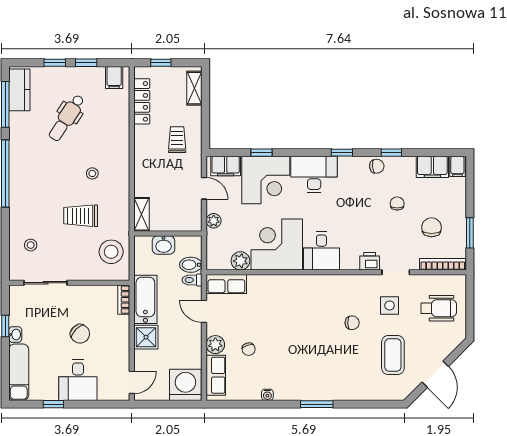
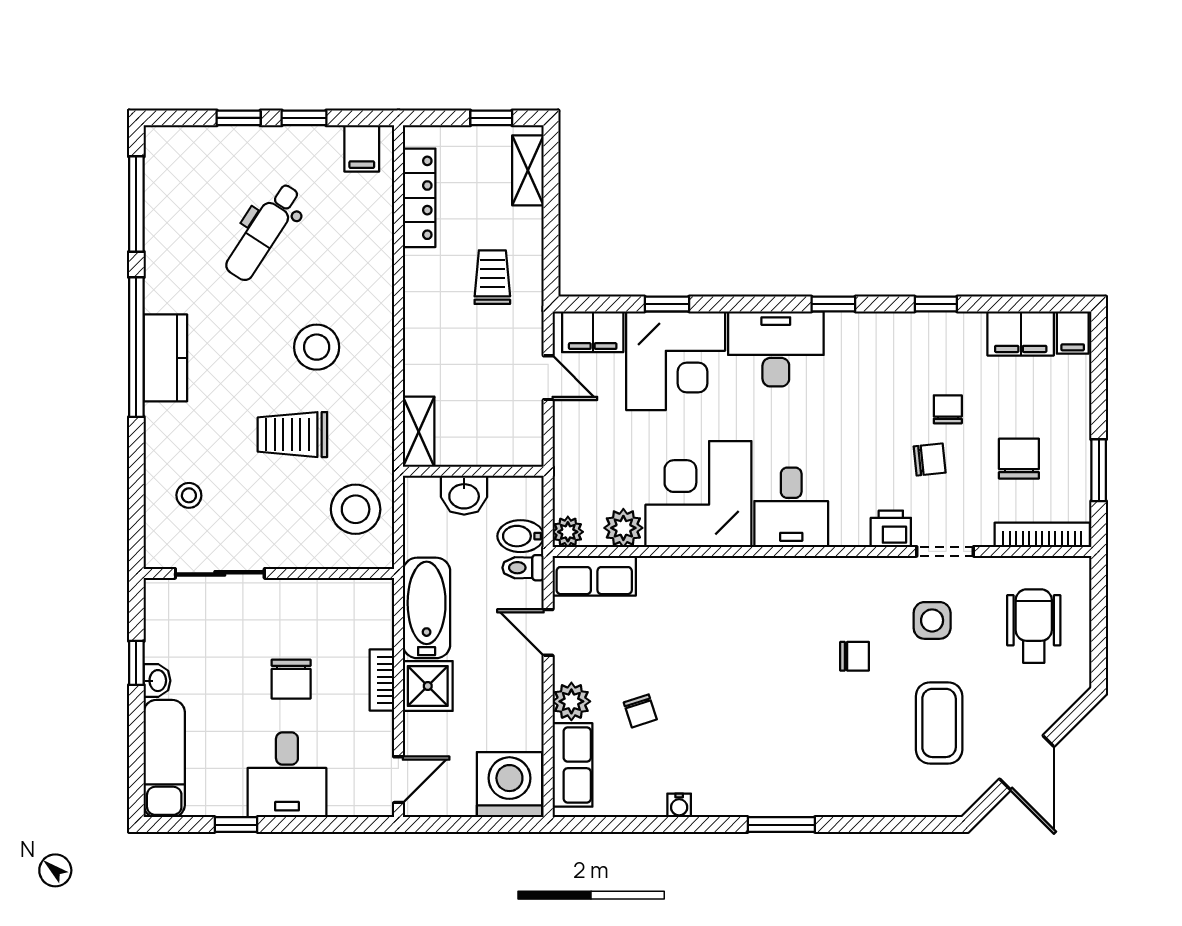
window: (161, 63) -> (491, 118), moved
kitchen counter: (19, 90) -> (165, 358), moved
chair: (377, 166) -> (930, 460), moved
stool: (92, 173) -> (317, 347), width x1.89, depth x1.89
plant: (214, 221) -> (568, 532), moved
bookcase: (124, 300) -> (382, 680), moved
wheelchair: (439, 308) -> (1034, 626), turned -90
chair: (80, 334) -> (291, 679), turned 46

